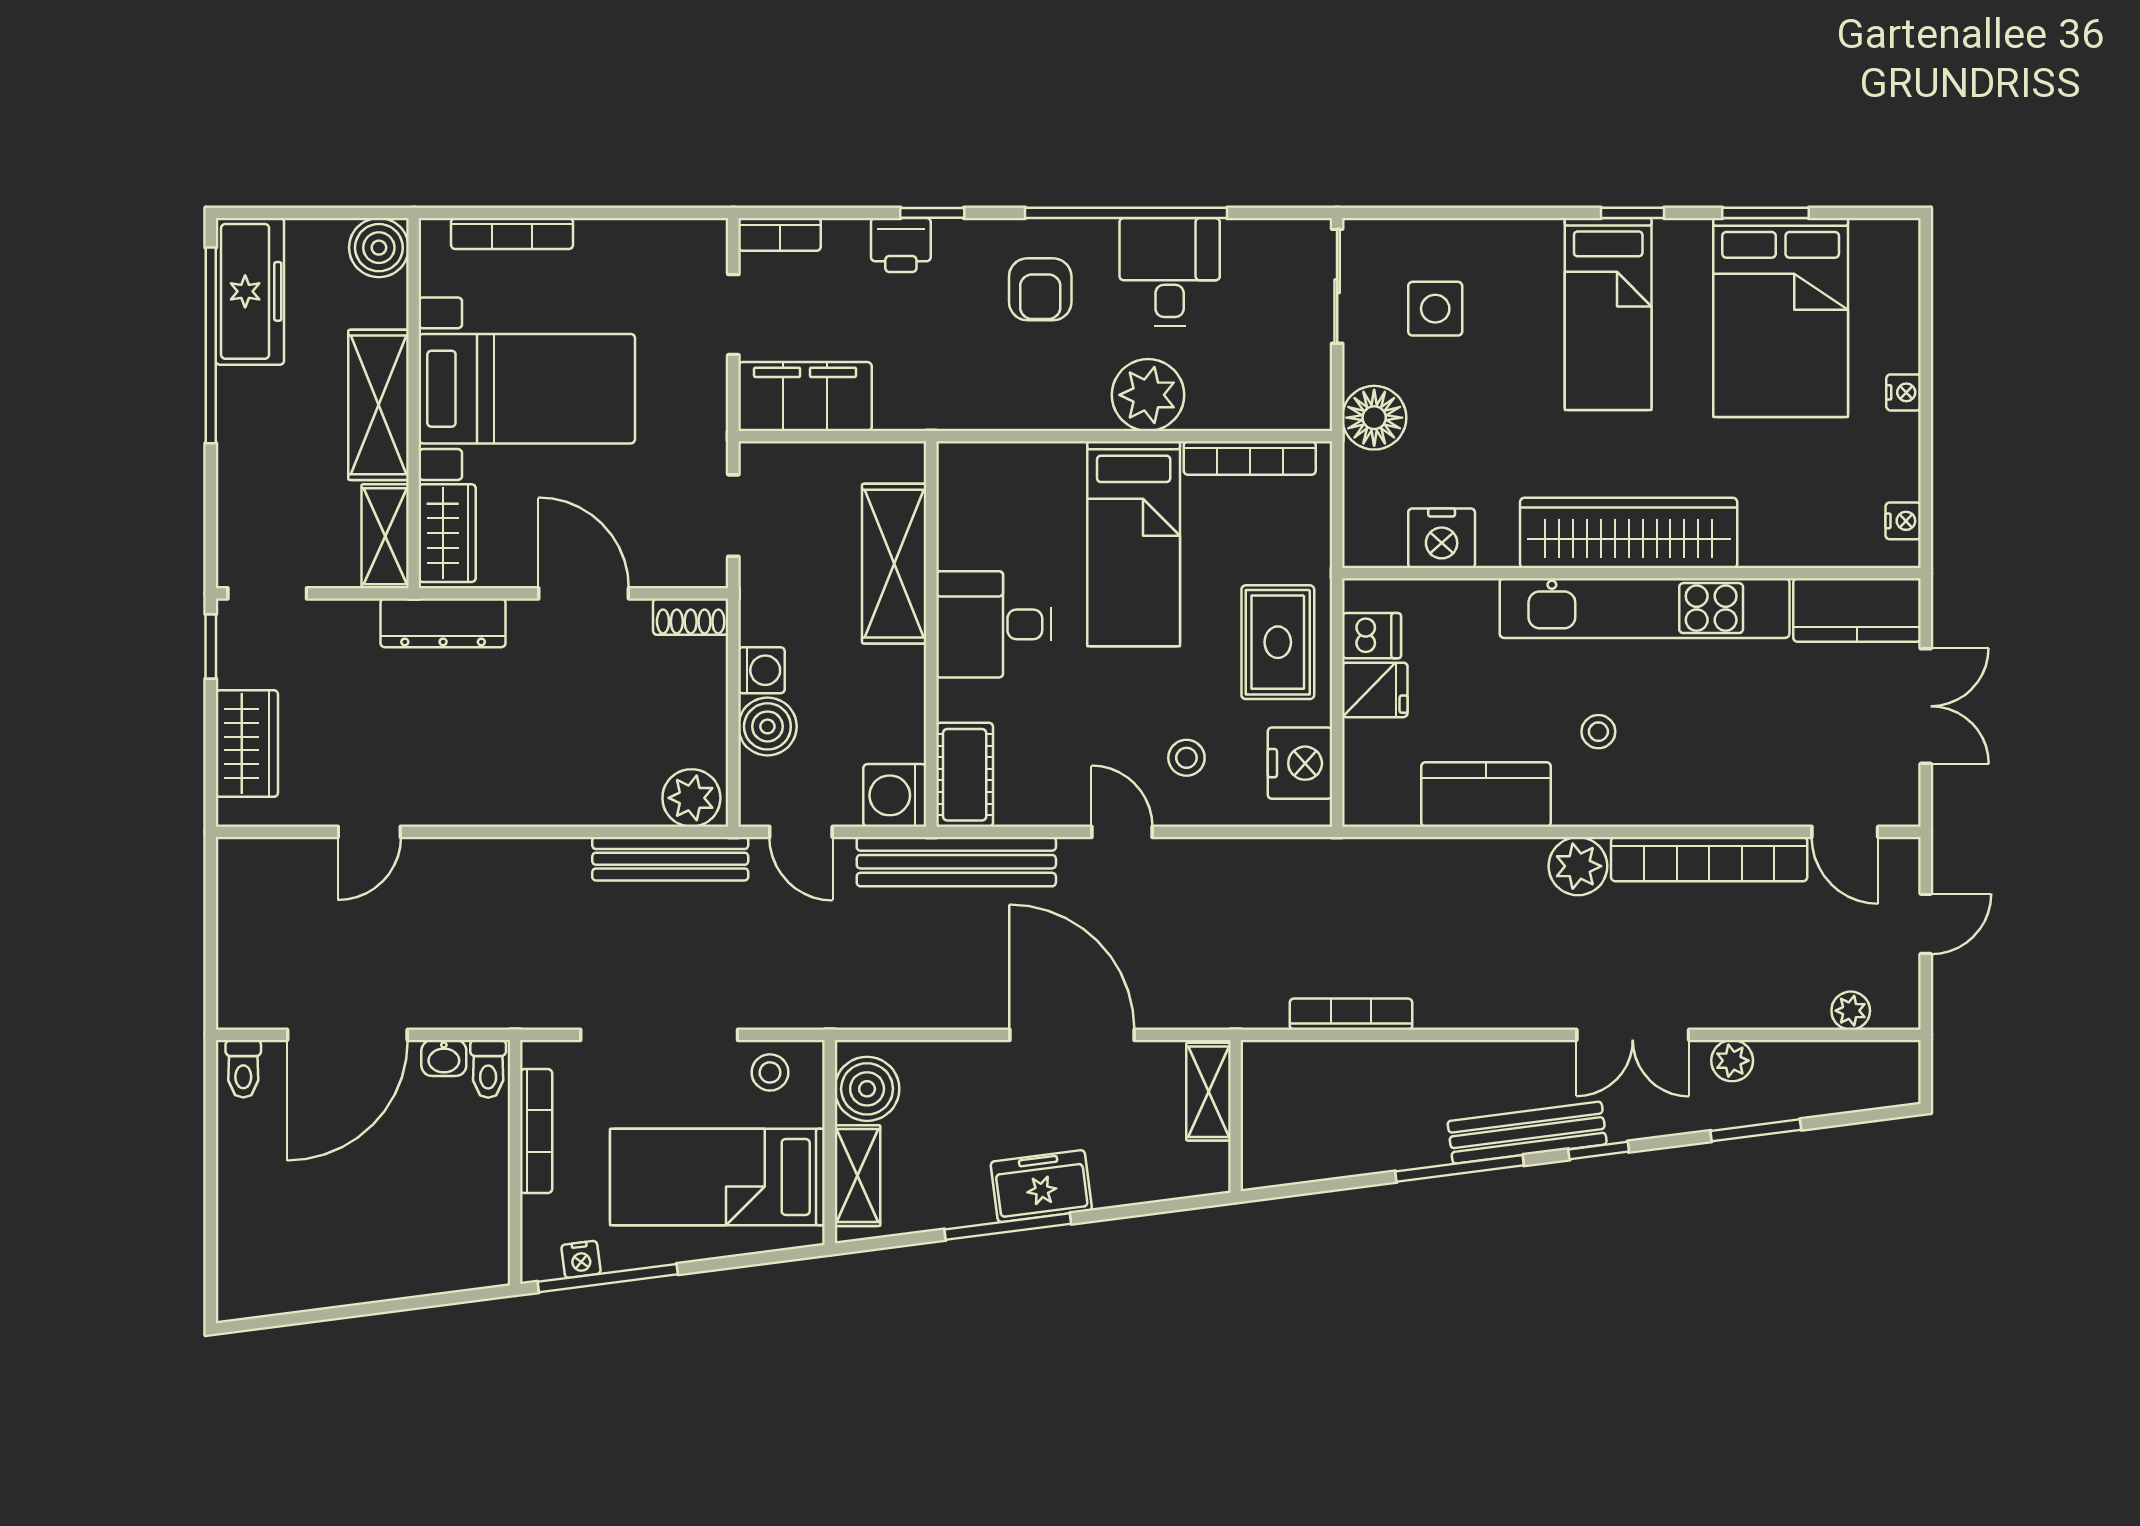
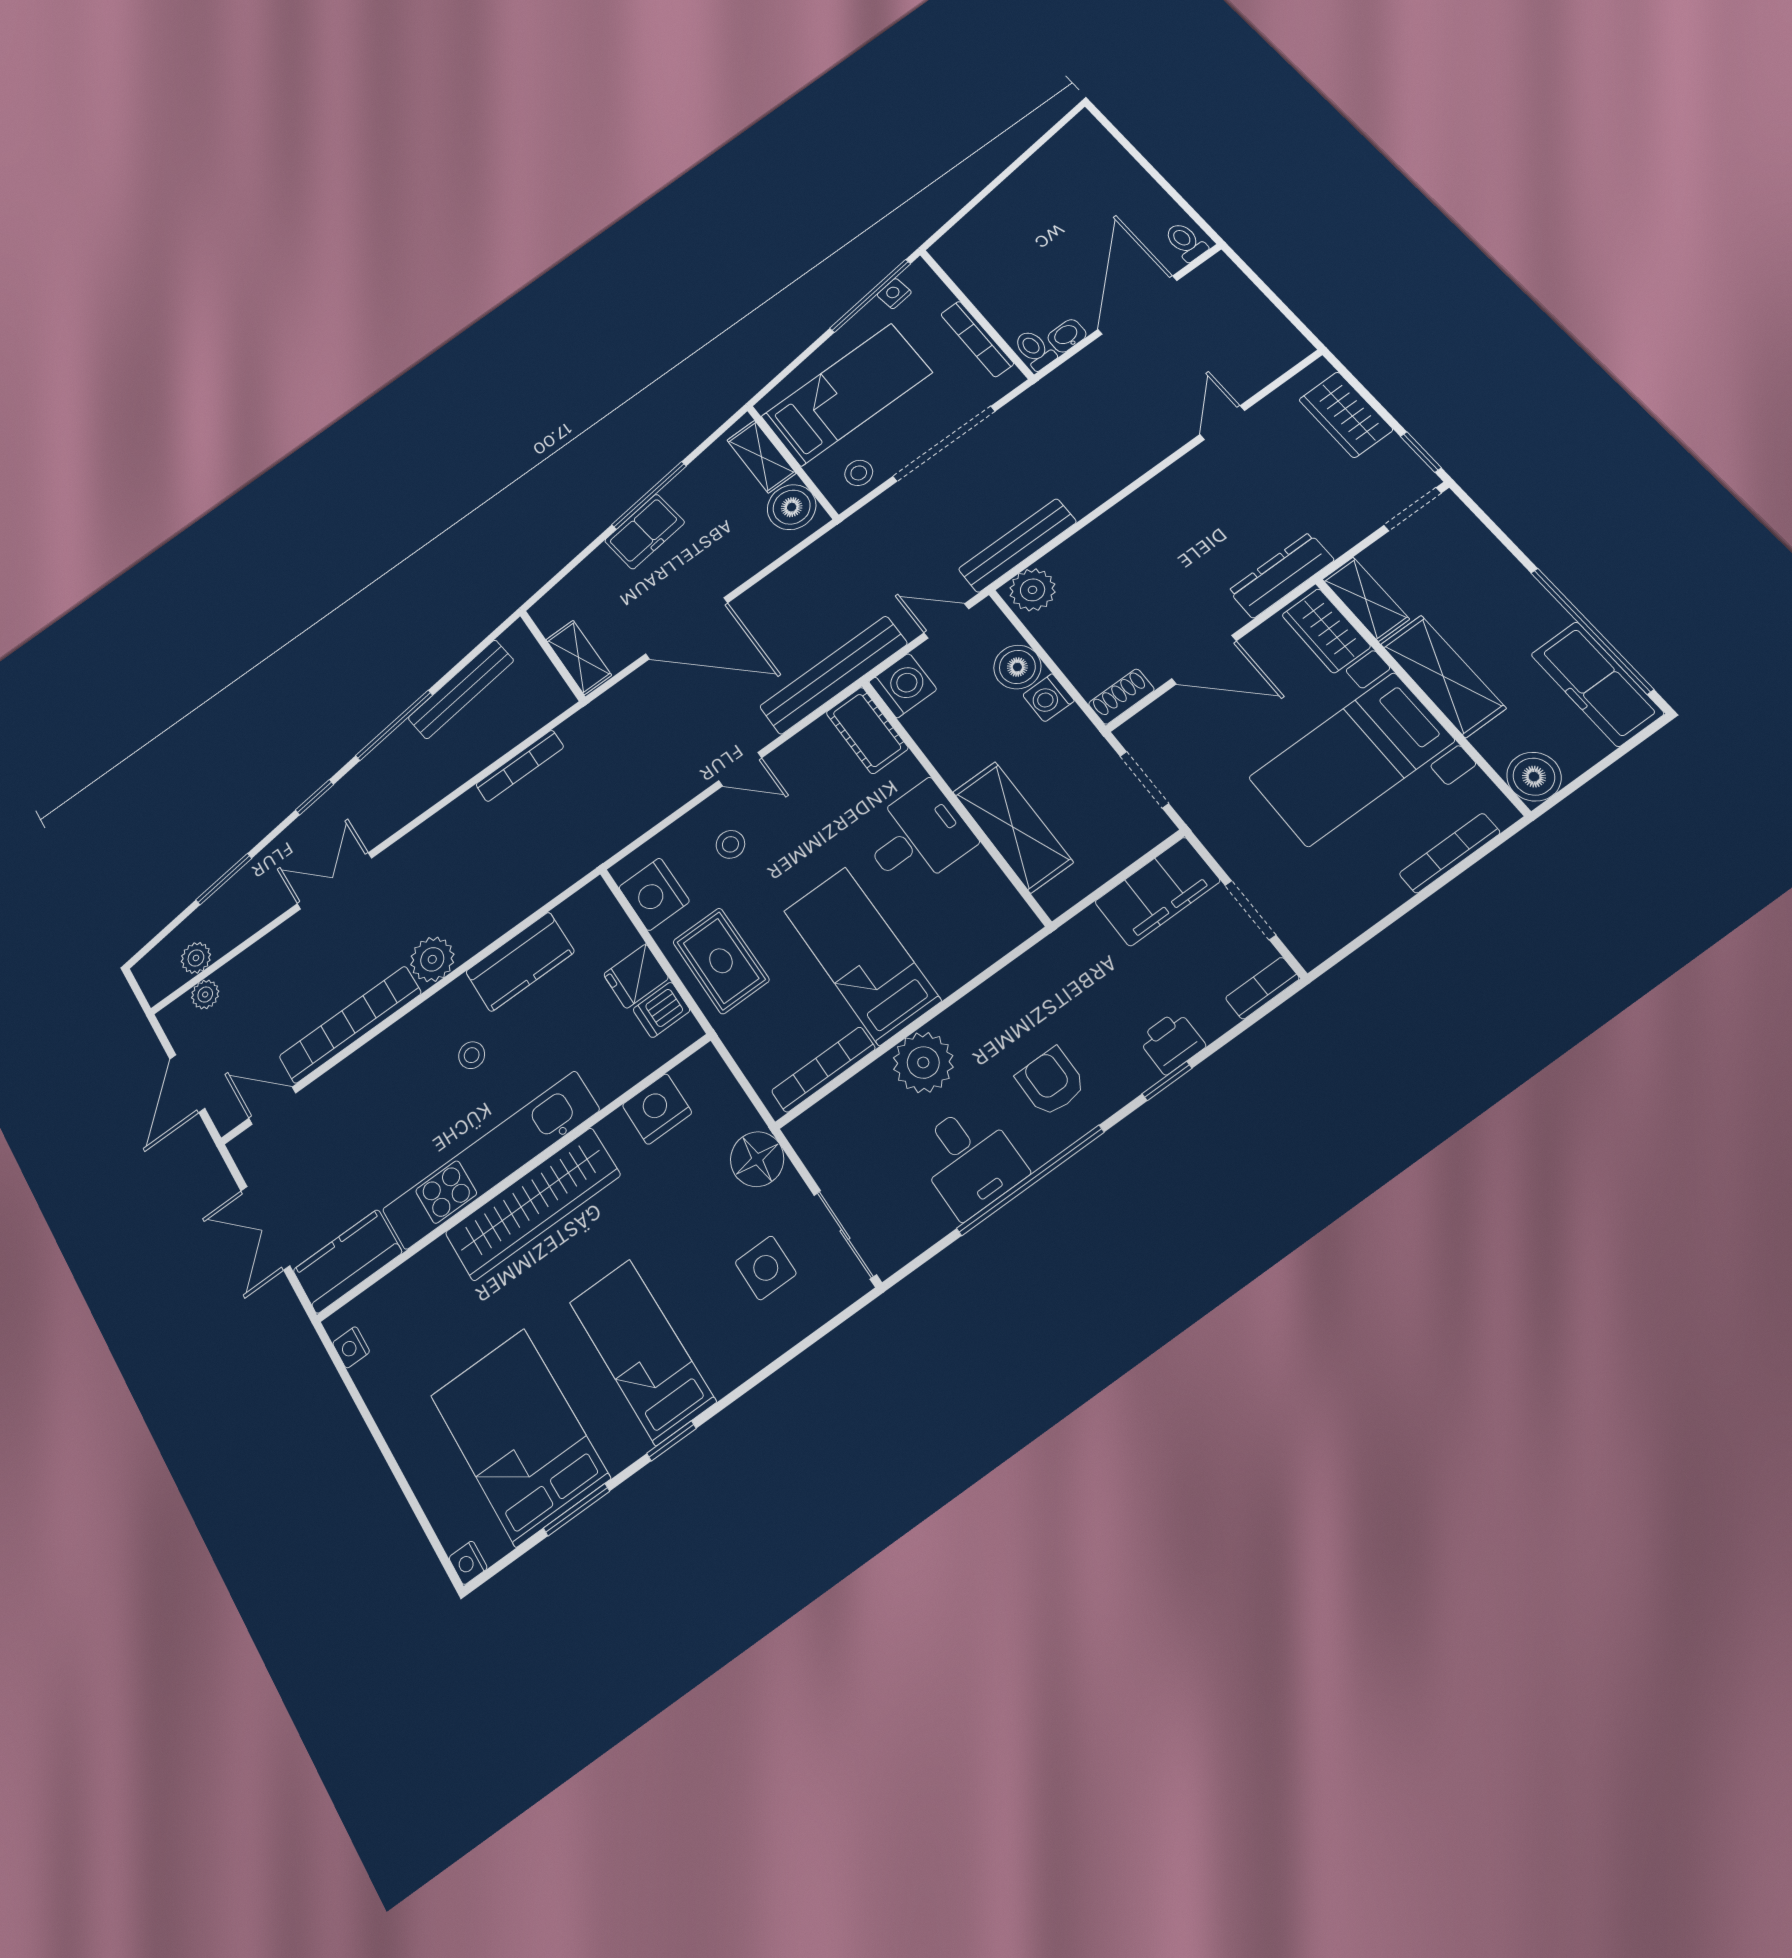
nightstand: (1904, 392) -> (468, 1563), moved
door: (1926, 924) -> (187, 1084), width x1.38
plant: (1732, 1061) -> (196, 958), moved
bench: (1527, 1133) -> (461, 689), moved

